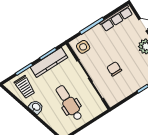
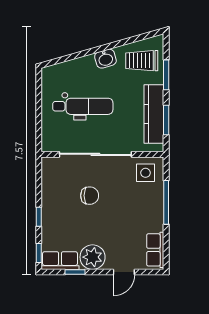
row of seats: (116, 18) -> (155, 250), width x0.68

